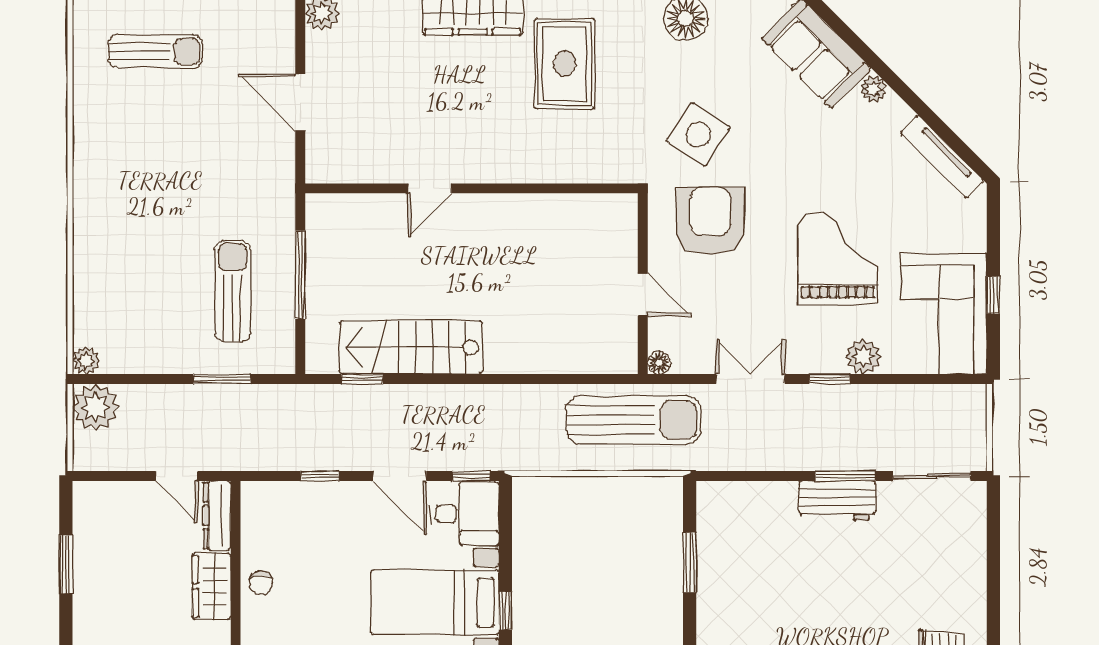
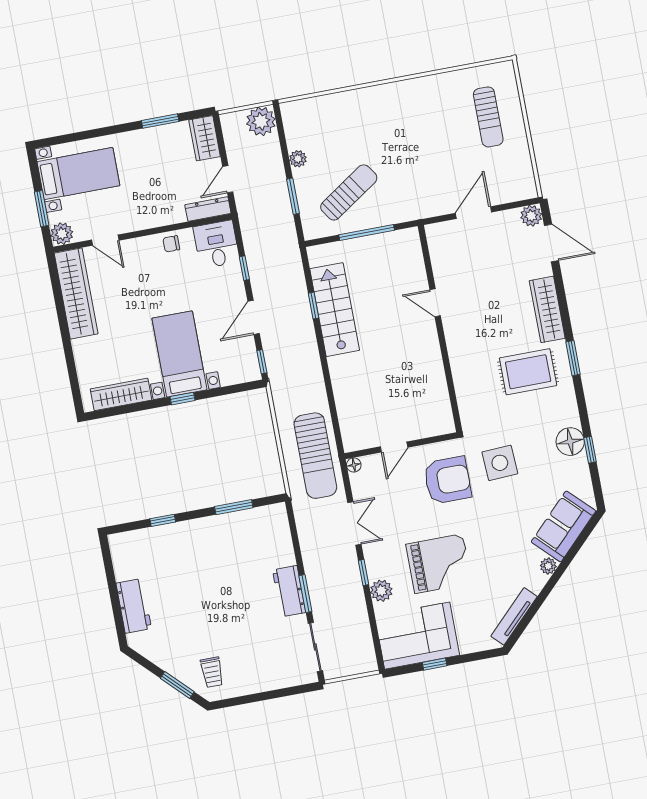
side table: (698, 134) -> (500, 463), turned -36
sun lounger: (232, 291) -> (349, 192), turned -34
plant: (86, 361) -> (298, 159), moved
window: (362, 379) -> (314, 306), moved
desk: (465, 514) -> (216, 244), moved, turned 180
wardrobe: (211, 586) -> (205, 138), moved, turned -90

